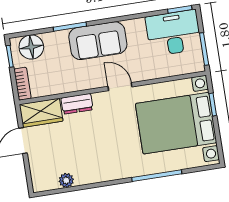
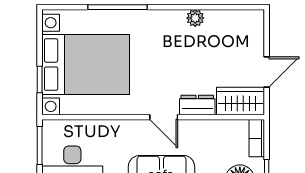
door: (120, 87) -> (164, 117), moved
plant: (66, 180) -> (195, 18), moved

